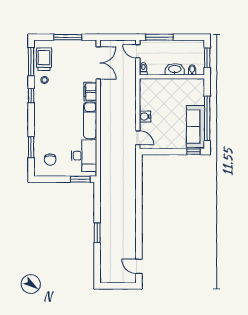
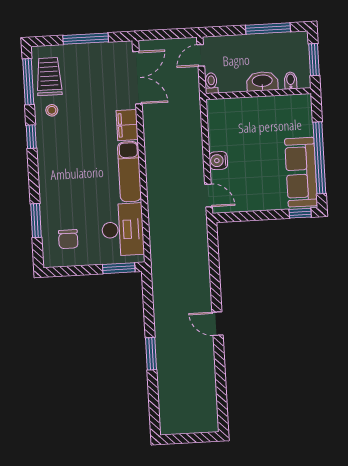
window: (159, 37) -> (268, 28), moved
door: (138, 51) -> (201, 55), hinge flipped
door: (139, 266) -> (217, 324), moved

